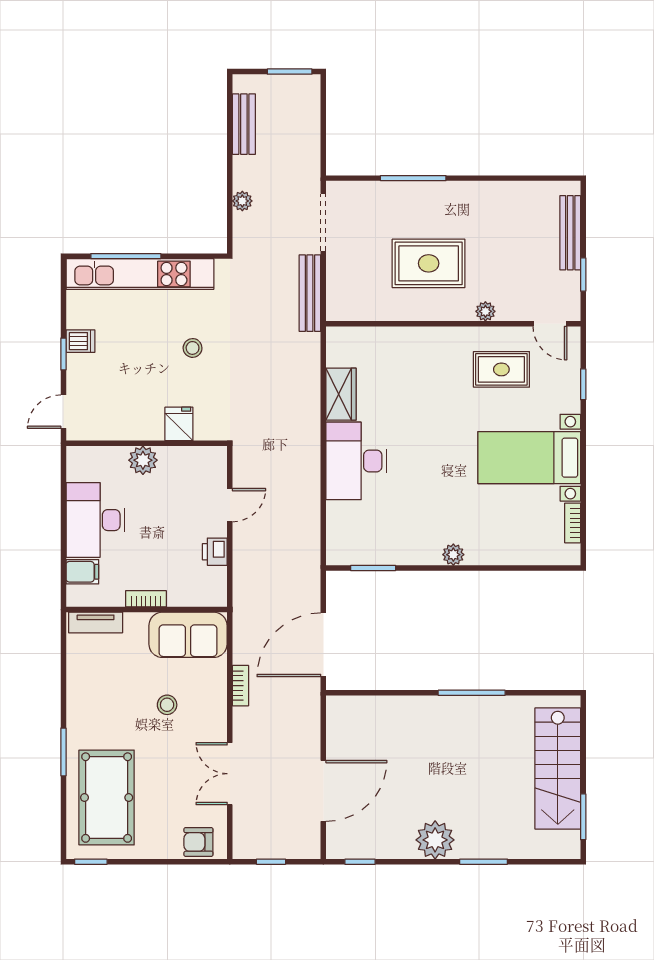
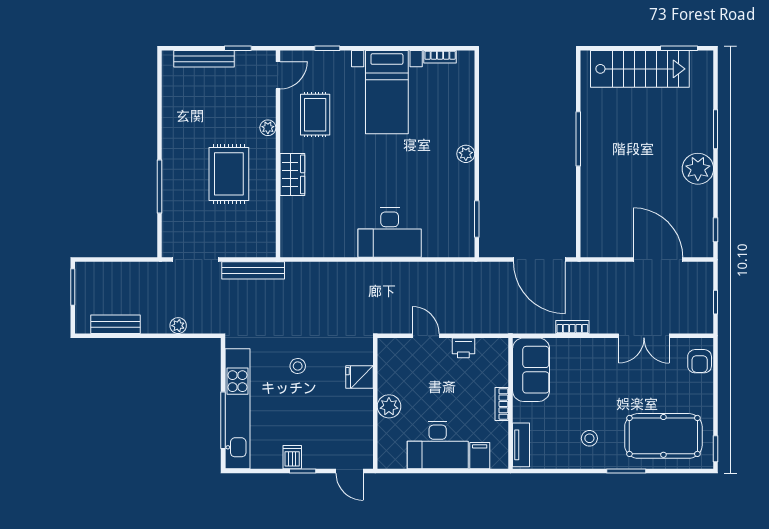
wardrobe: (341, 394) -> (292, 174), moved, turned 90
stool: (167, 705) -> (589, 438), moved

